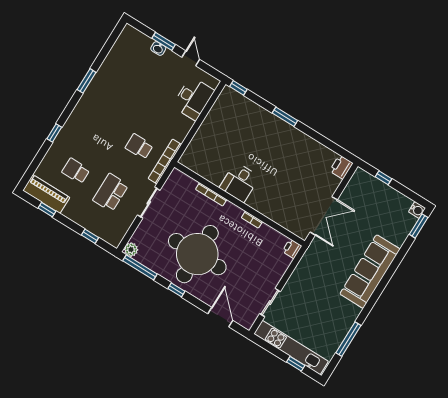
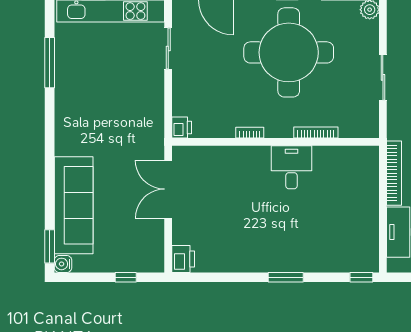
bookcase: (165, 161) -> (394, 173), moved
sofa: (370, 272) -> (74, 205), moved

